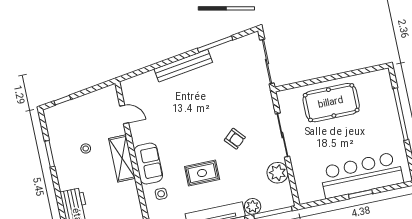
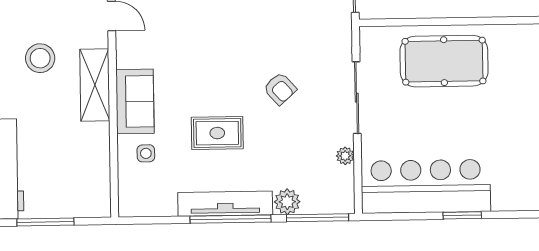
stool: (86, 148) -> (40, 58), width x1.89, depth x1.89
plant: (278, 173) -> (345, 156), width x0.53, depth x0.53
bar counter: (362, 175) -> (426, 186), moved

